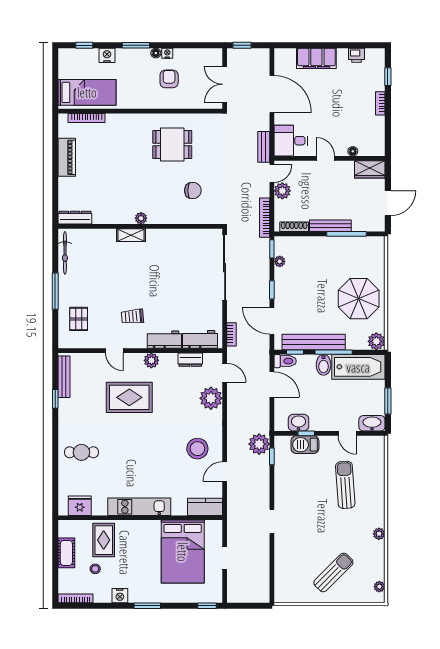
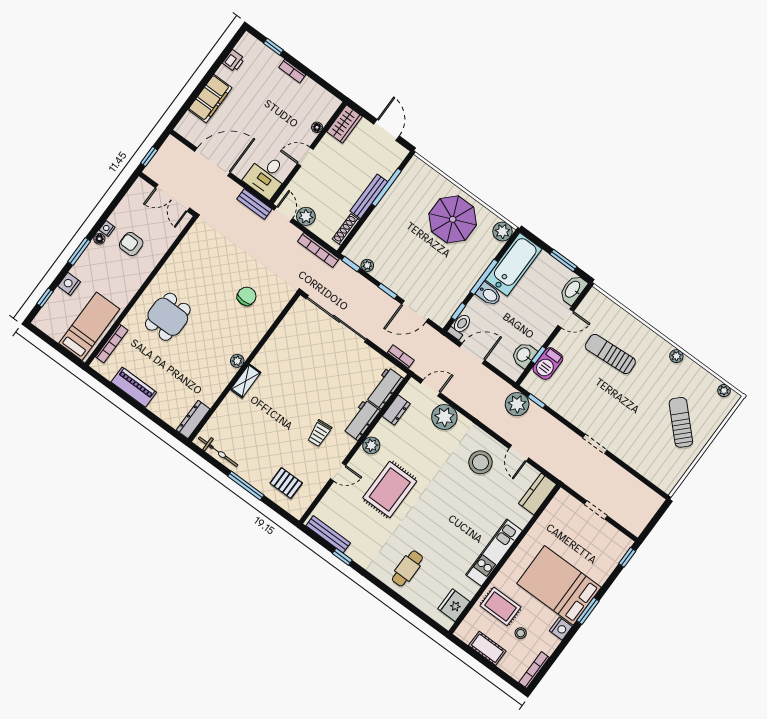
dining table: (172, 145) -> (168, 317), moved
bench: (314, 342) -> (462, 288), removed
bed: (183, 552) -> (559, 585), moved, turned 180

